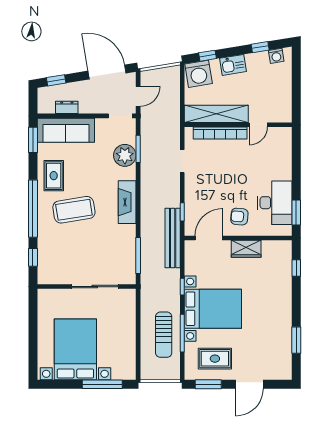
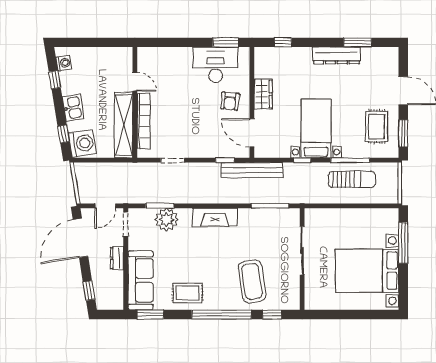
door: (138, 96) -> (105, 206), swing flipped
dresser: (67, 107) -> (117, 258), moved
coffee table: (74, 210) -> (252, 281), moved
bed with nightstands: (213, 309) -> (316, 128), width x0.73
dresser: (284, 320) -> (336, 55), added

